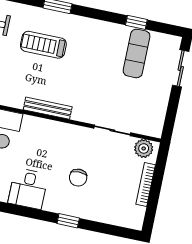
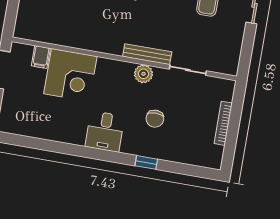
bench: (48, 108) -> (147, 54), moved
plant: (144, 148) -> (143, 74), moved

